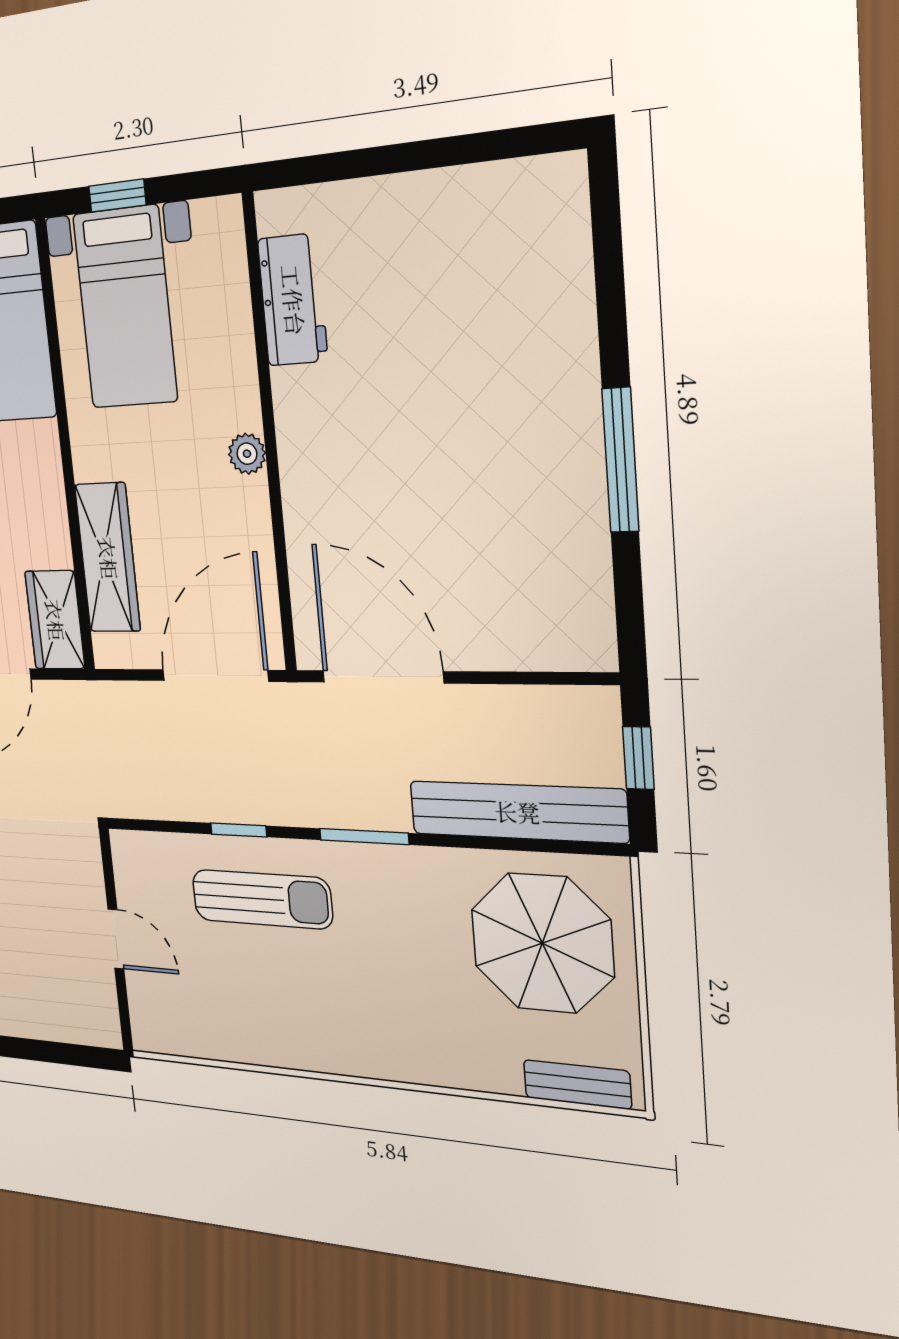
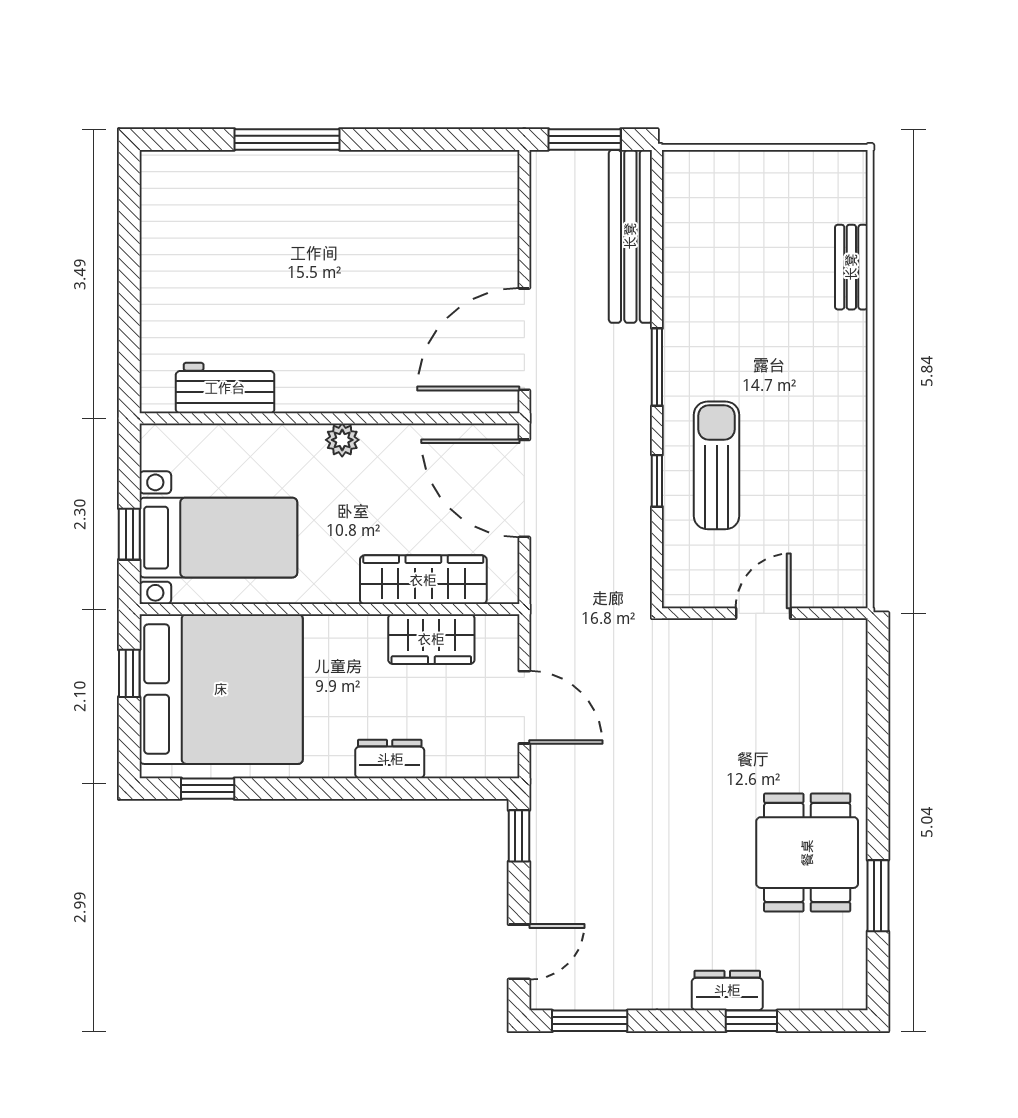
window: (620, 460) -> (287, 139), moved
wardrobe: (55, 620) -> (431, 639), moved
window: (638, 758) -> (585, 139), width x1.50
parasol: (542, 943) -> (736, 224), removed
bench: (577, 1084) -> (851, 267), moved

